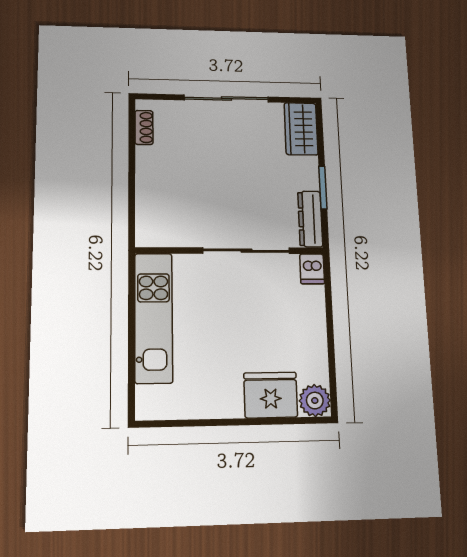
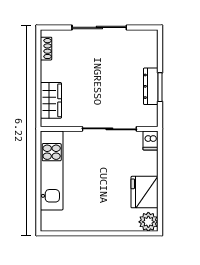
wardrobe: (301, 129) -> (51, 100), moved, turned 180
dresser: (310, 219) -> (151, 86), moved
fridge: (271, 395) -> (145, 192), moved, turned -90

